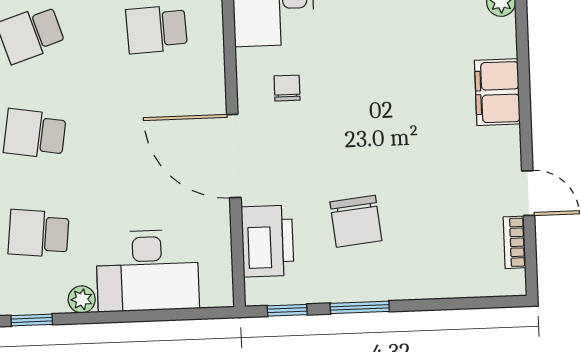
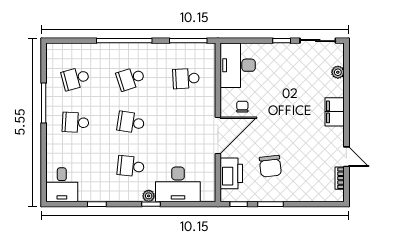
door: (234, 156) -> (218, 135), swing flipped
window: (32, 320) -> (151, 204), moved

